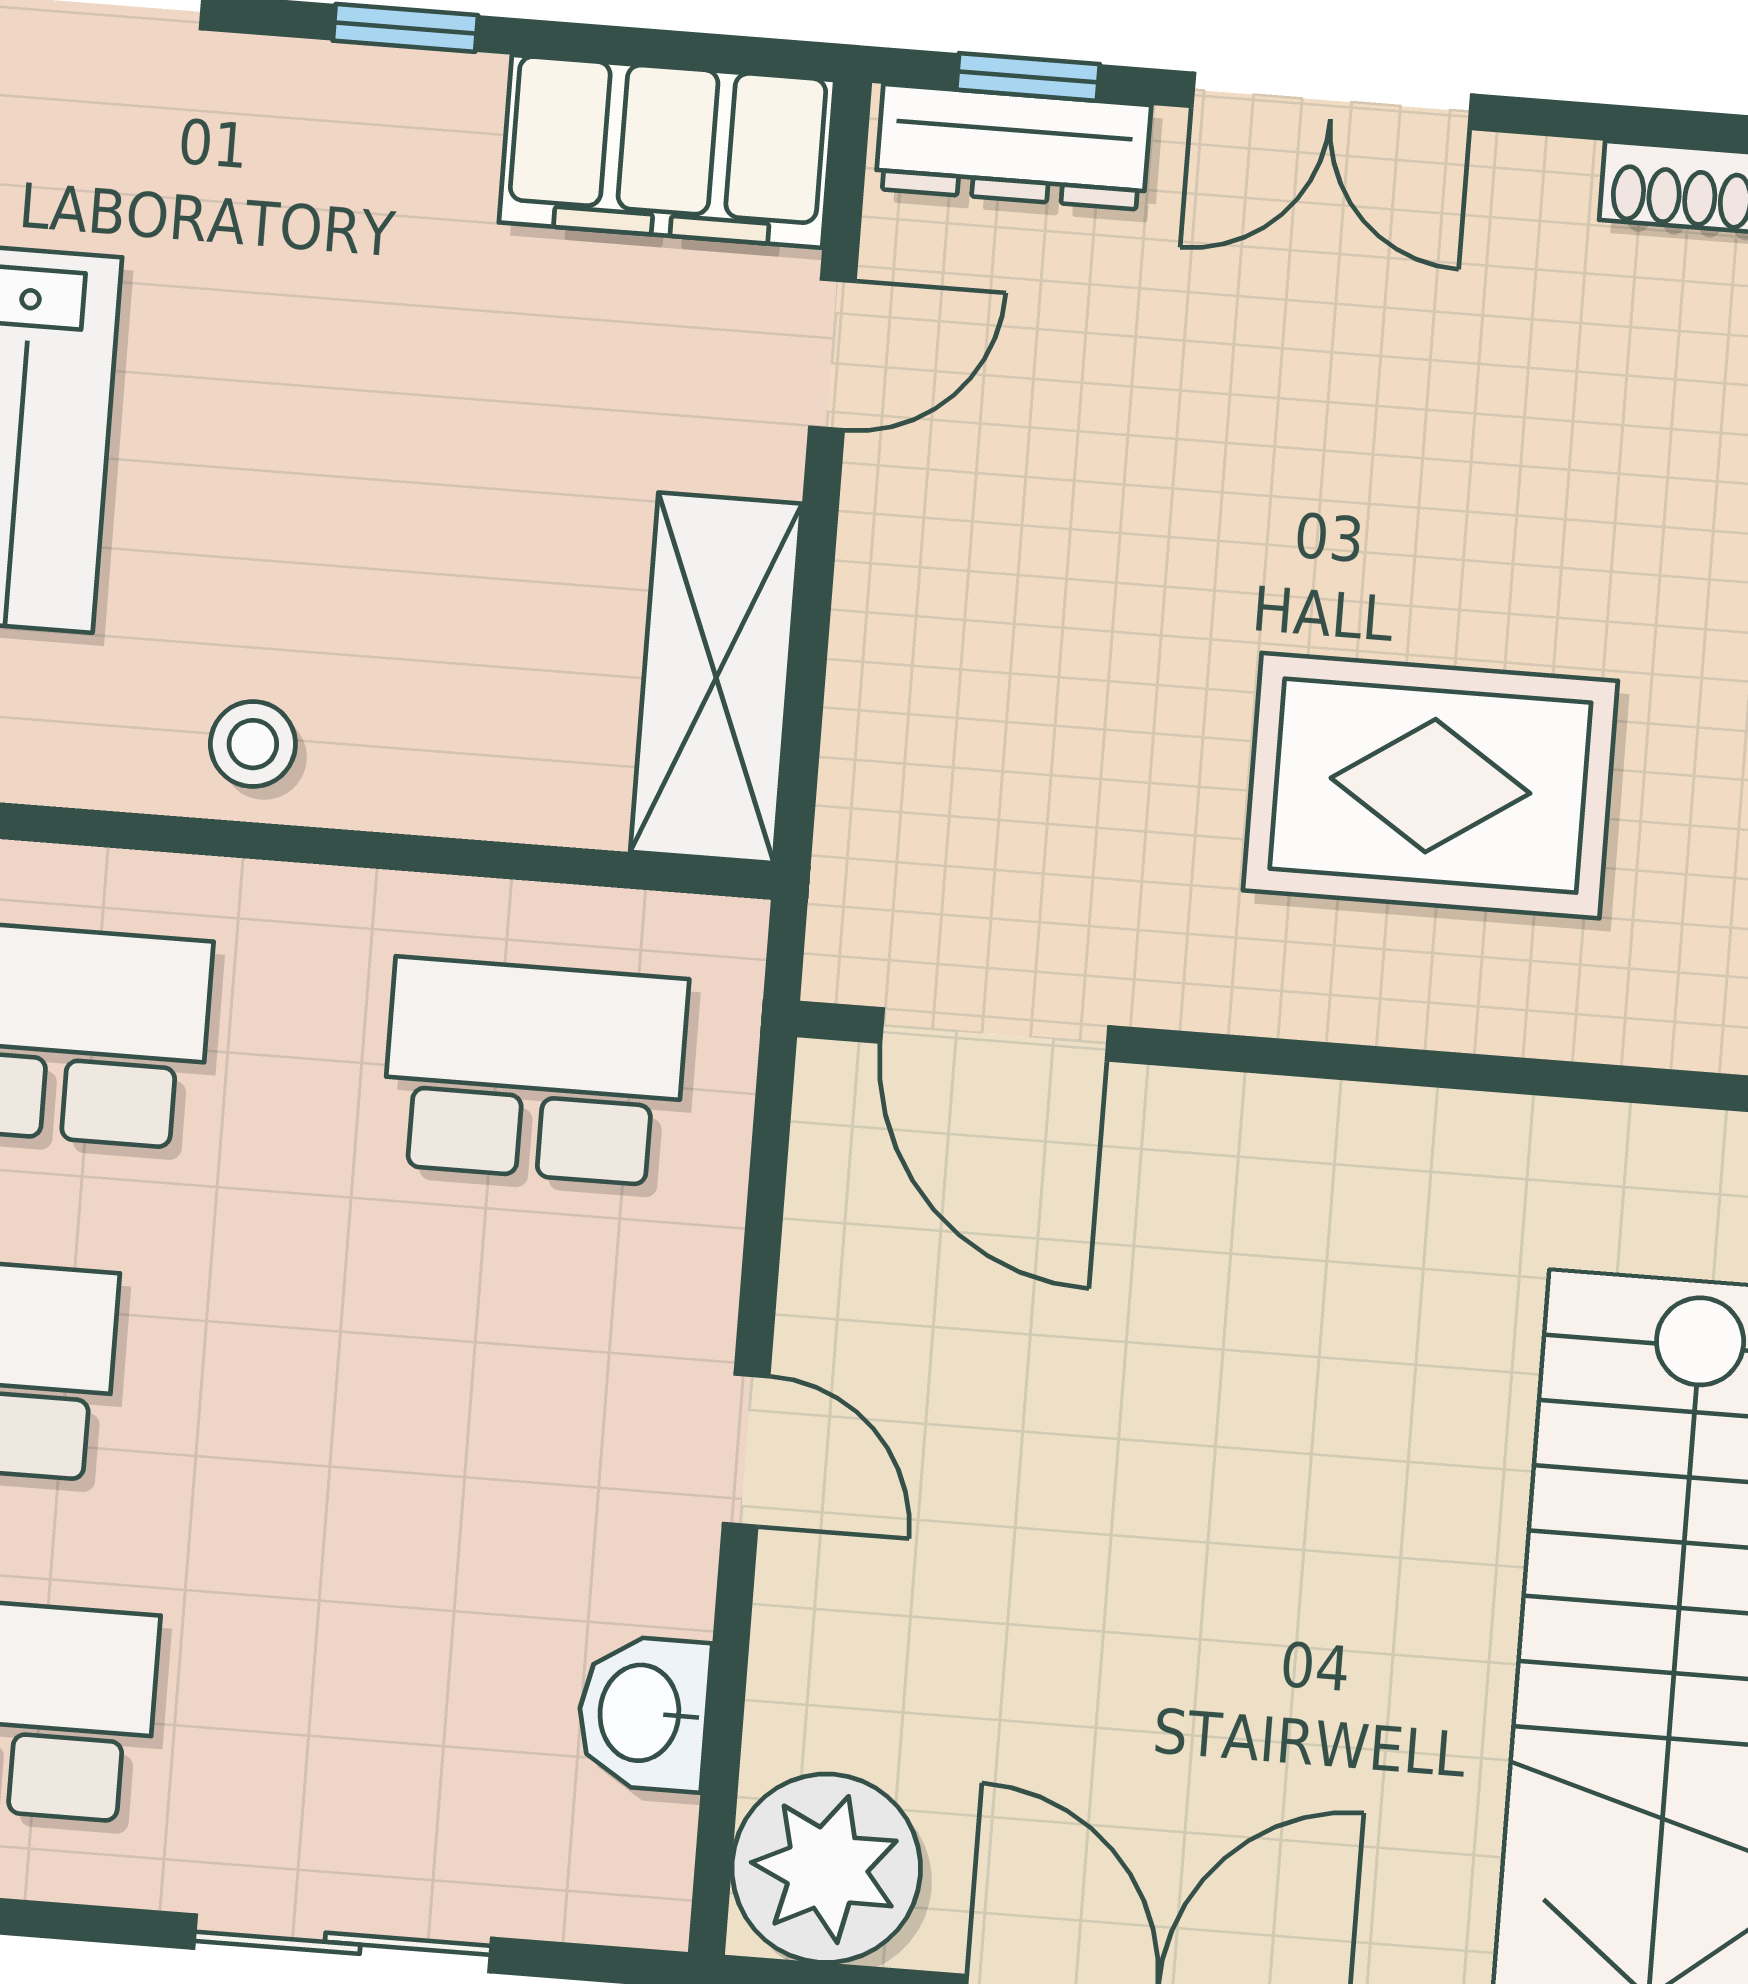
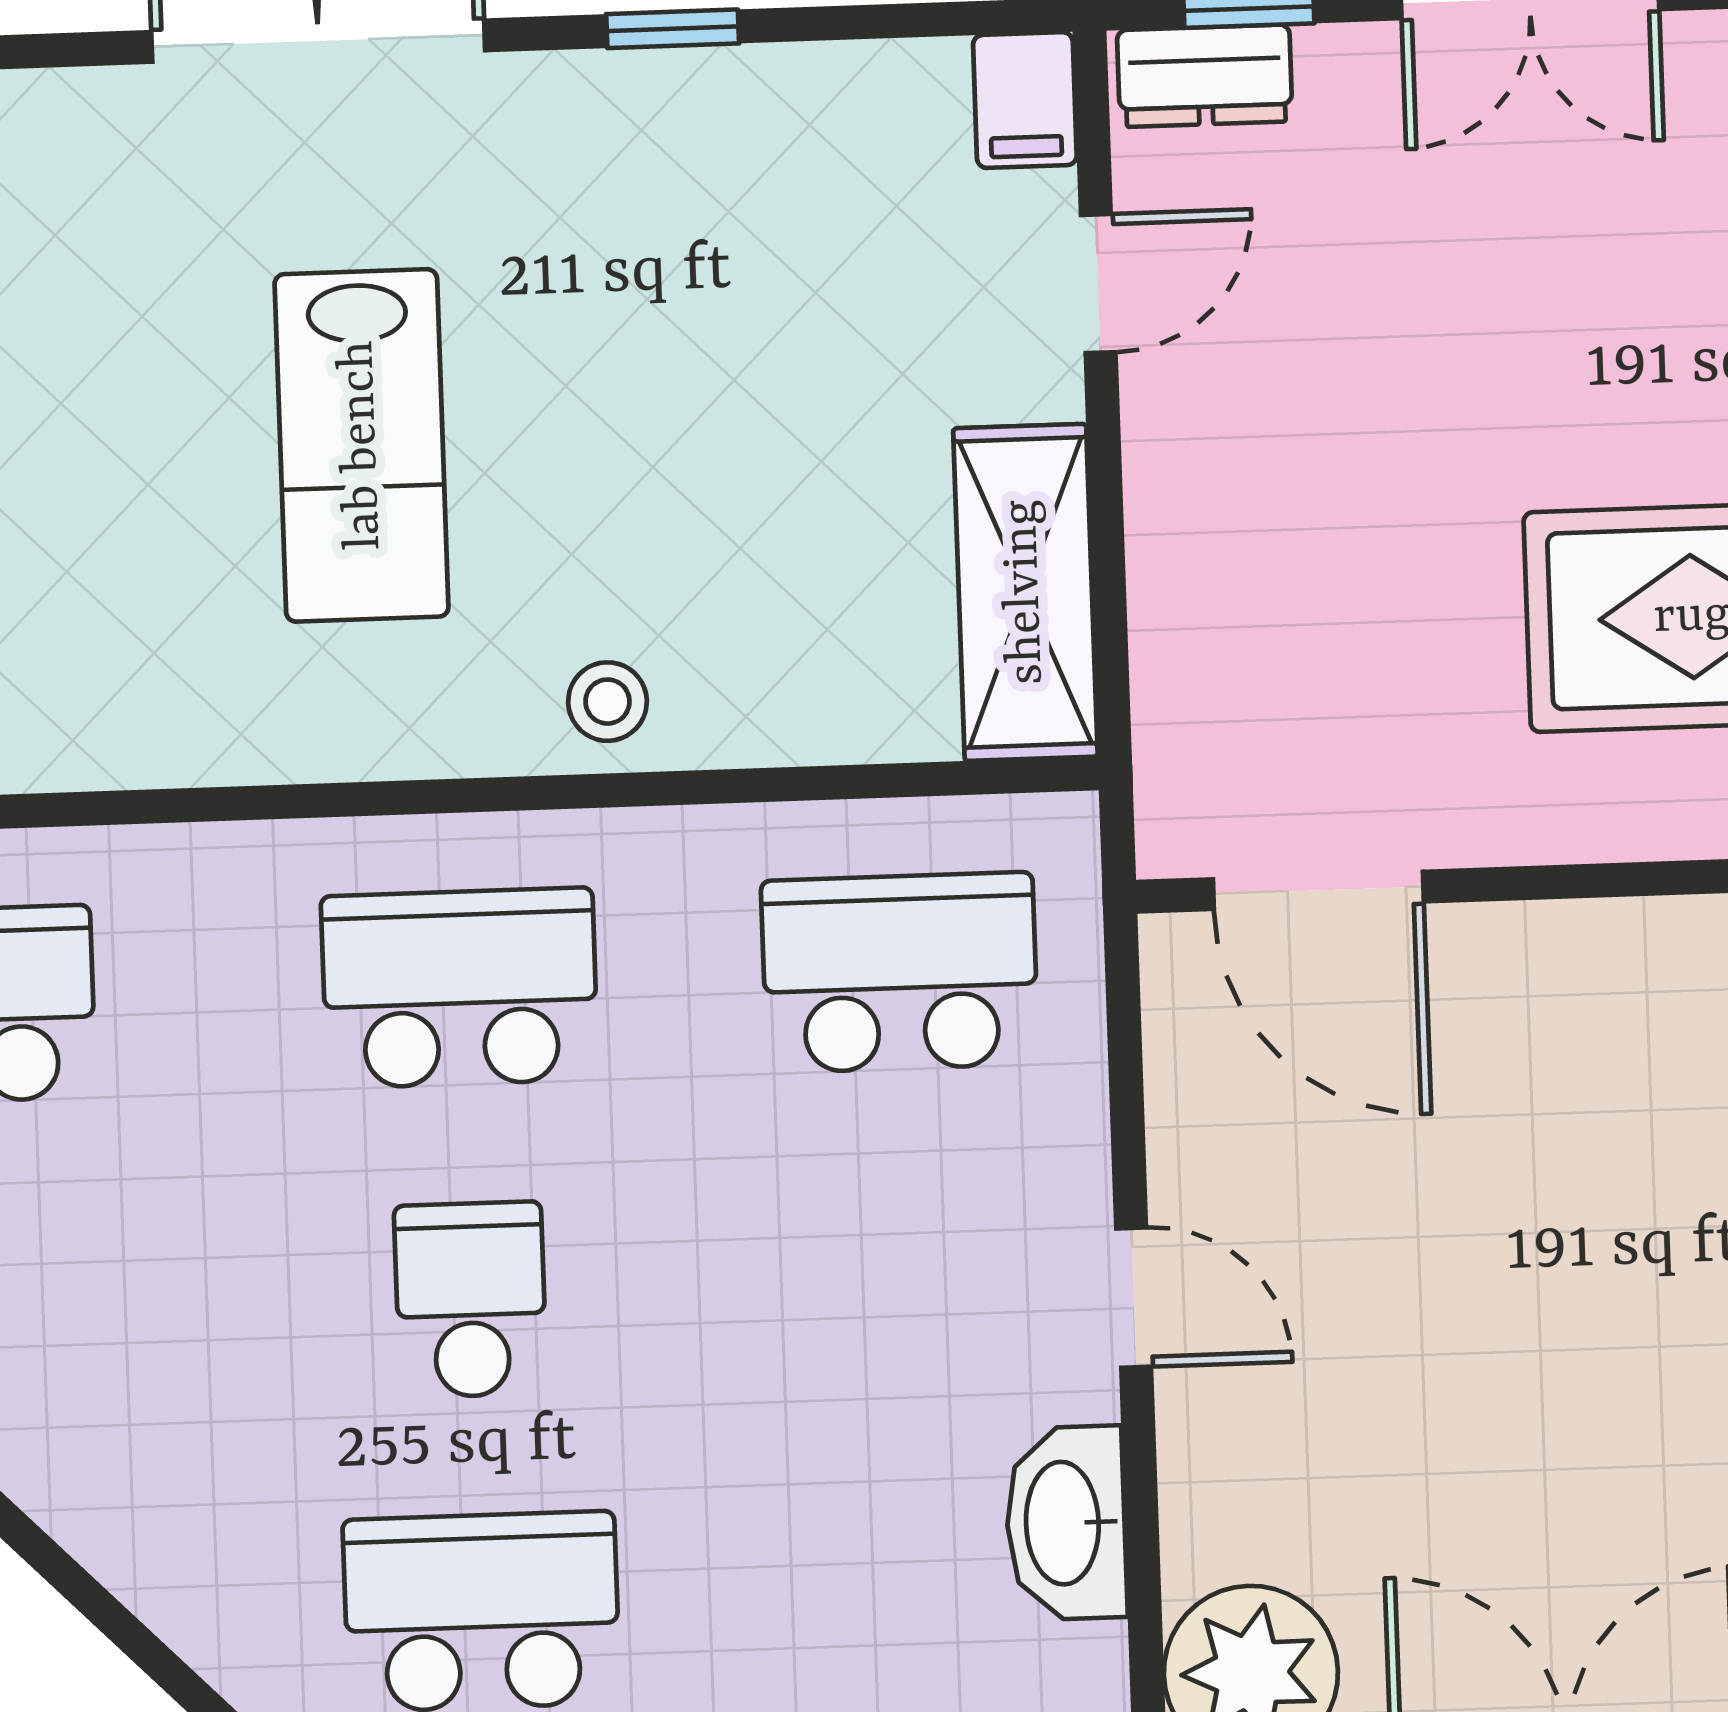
dresser: (1013, 147) -> (1205, 76), width x0.70
filing cabinet: (667, 151) -> (1025, 100), width x0.33, depth x0.86
washbasin: (643, 1713) -> (1066, 1523), width x1.38

